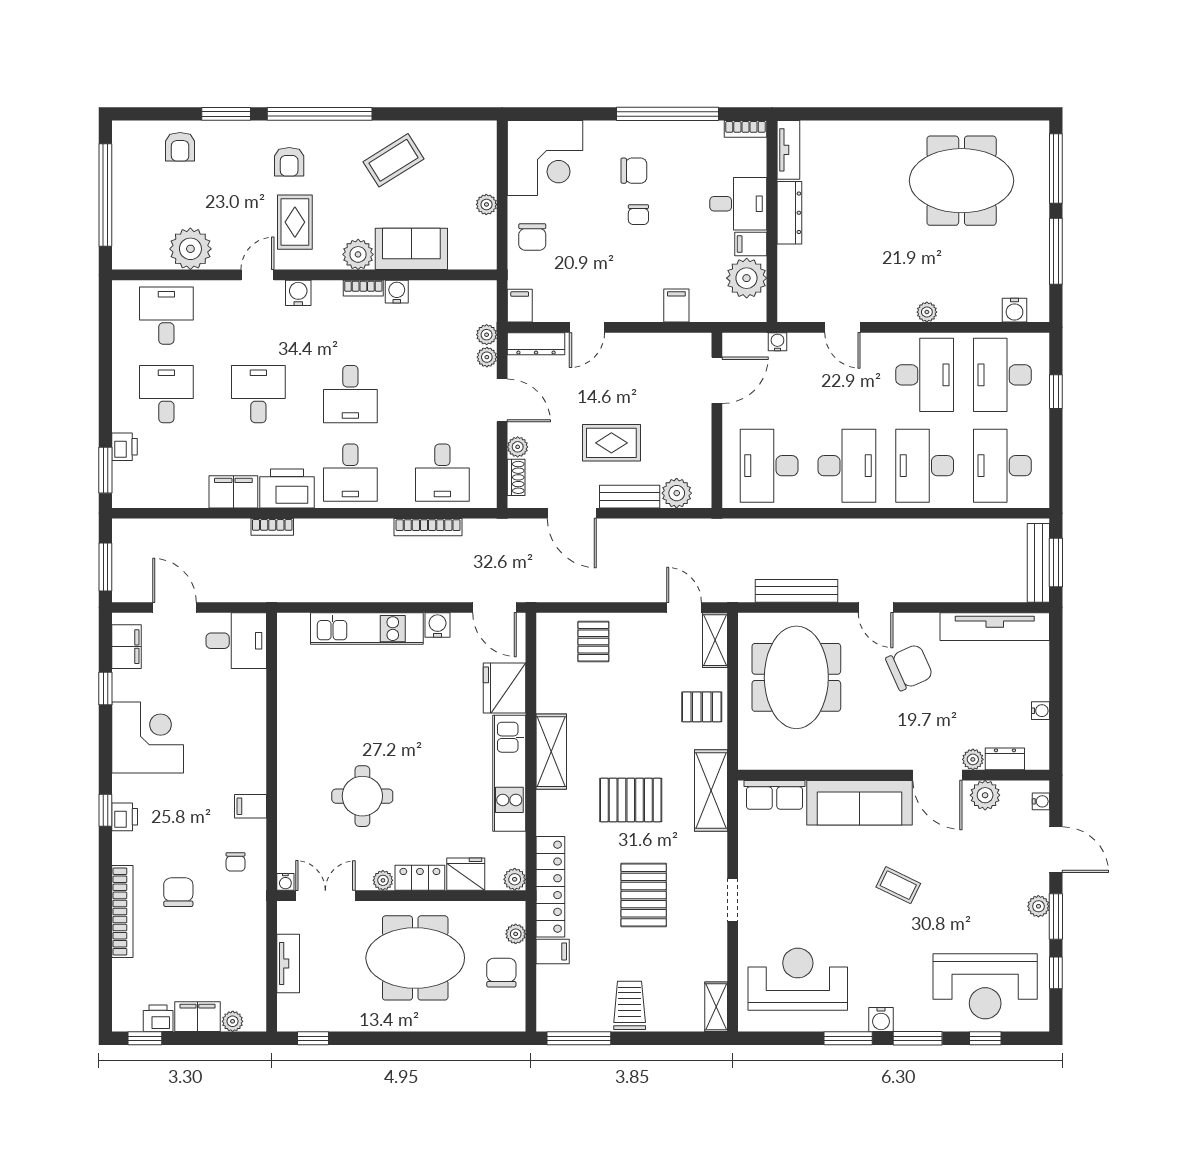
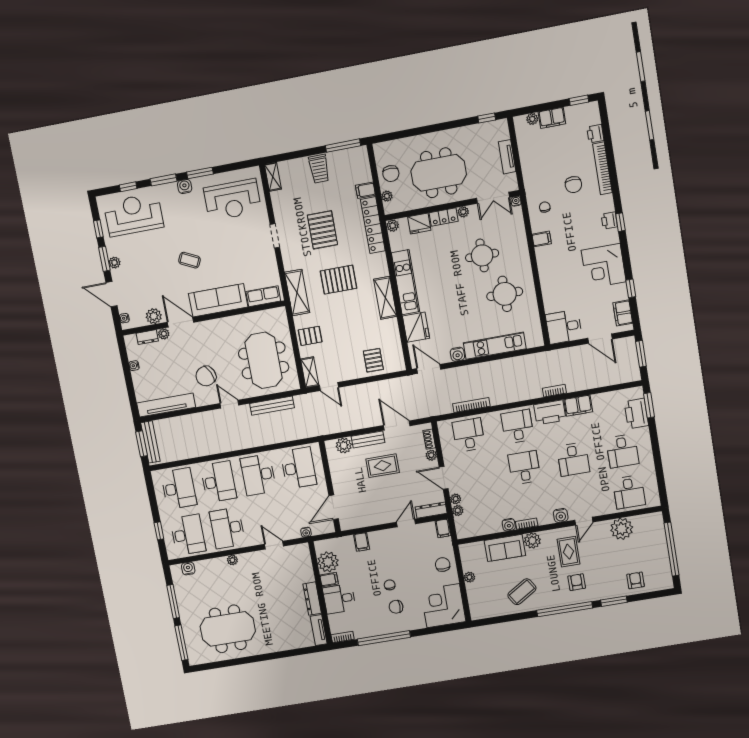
printer: (125, 447) -> (636, 414), width x1.87, depth x1.48
round table: (333, 719) -> (505, 294), added
printer: (158, 1018) -> (595, 134), moved, turned 90

